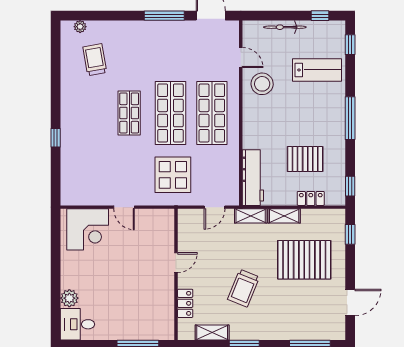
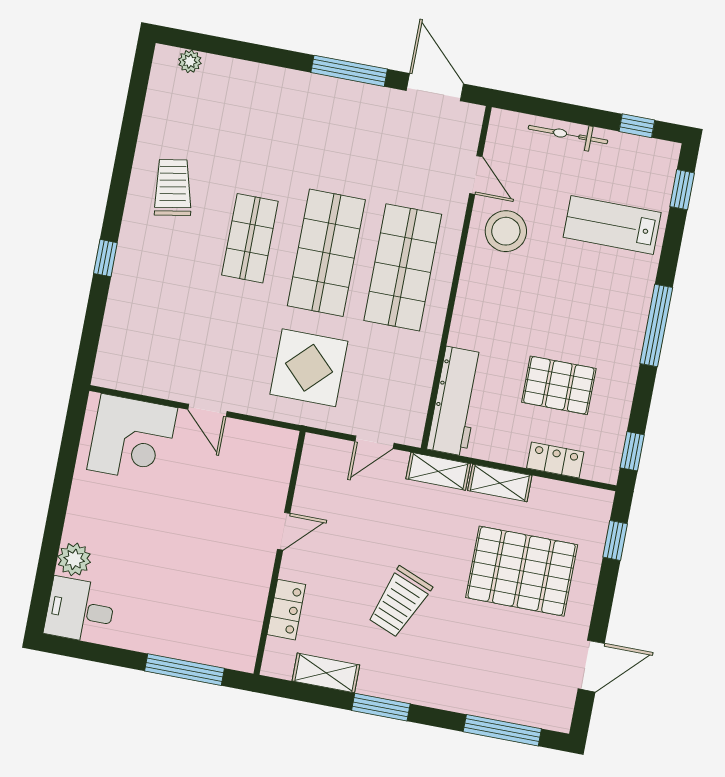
trolley: (95, 60) -> (173, 188), moved
lab bench: (317, 70) -> (612, 225), turned 180

